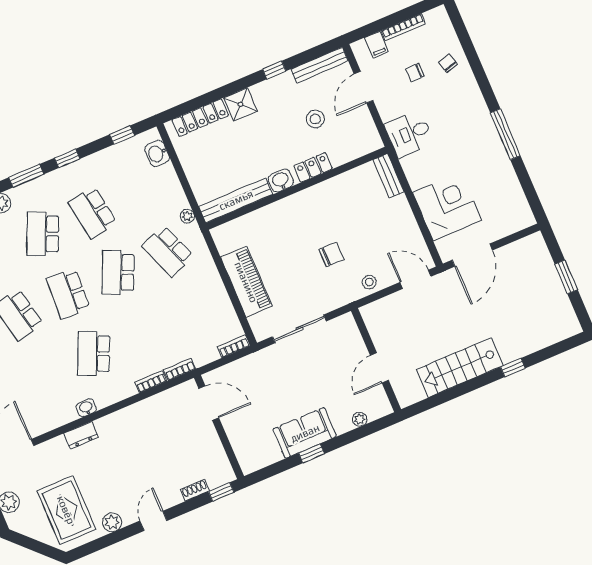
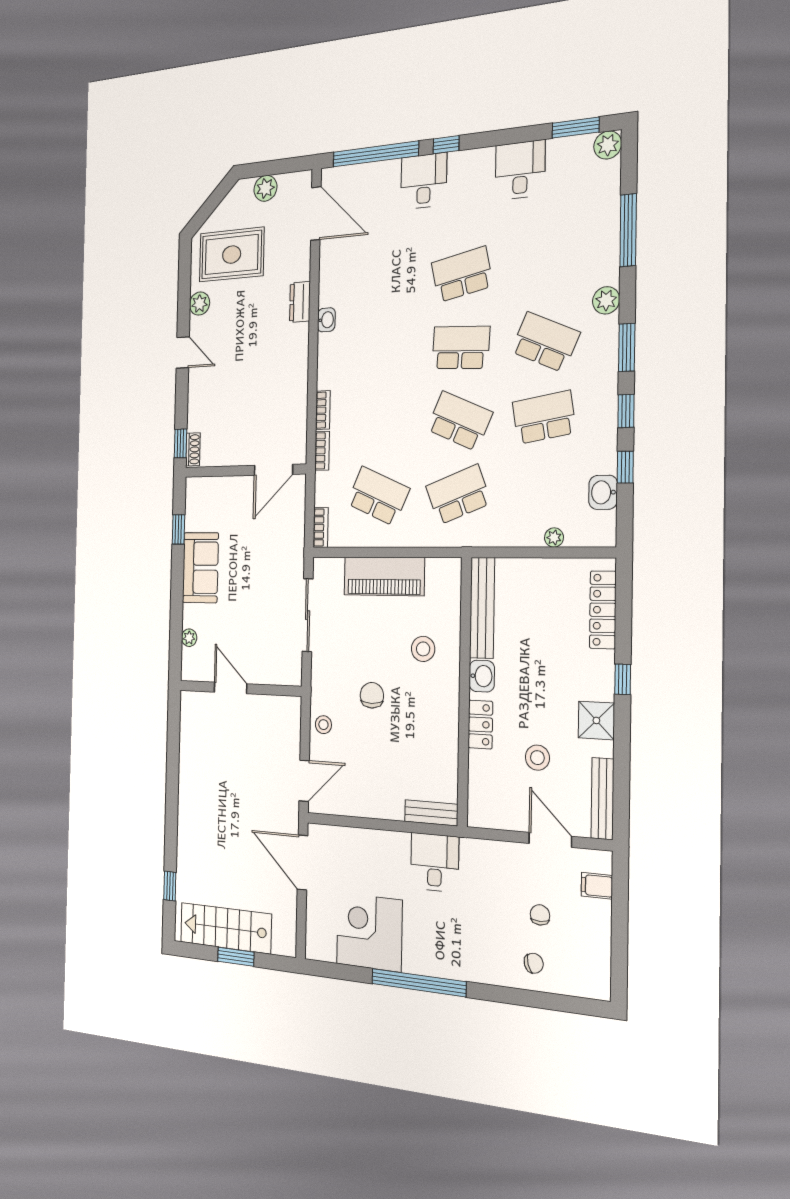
bookcase: (403, 27) -> (604, 933), removed
window: (274, 70) -> (623, 679), moved
shower: (240, 104) -> (596, 720), moved
desk: (409, 134) -> (435, 862), moved
window: (505, 134) -> (419, 983), width x1.46
window: (122, 135) -> (625, 467), moved
washbasin: (157, 153) -> (603, 492), moved, turned -90
corner desk: (447, 206) -> (369, 932), moved, turned 180
plant: (187, 216) -> (554, 538), moved
stool: (282, 231) -> (423, 649), added
chair: (331, 254) -> (372, 695), turned 180
school desk: (94, 353) -> (378, 496), moved
stairs: (460, 367) -> (226, 928), moved, turned -90
window: (513, 368) -> (170, 886), moved
window: (312, 453) -> (178, 529), moved
shoe rack: (195, 490) -> (193, 449), moved

